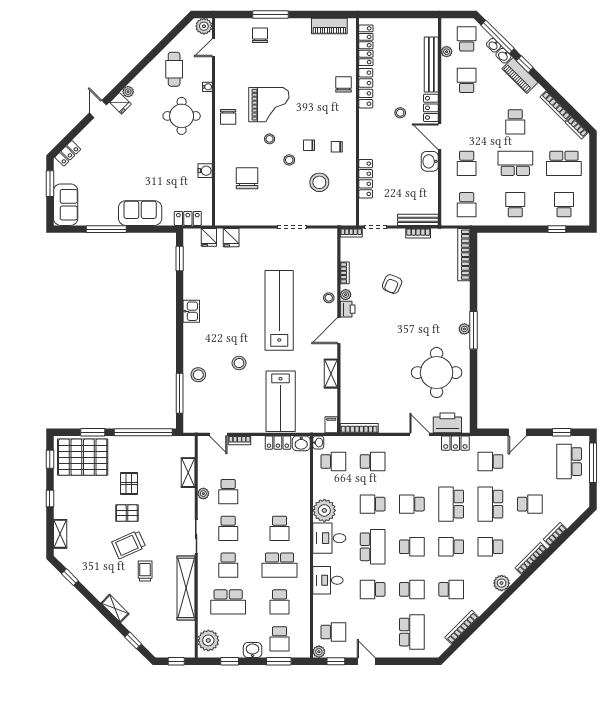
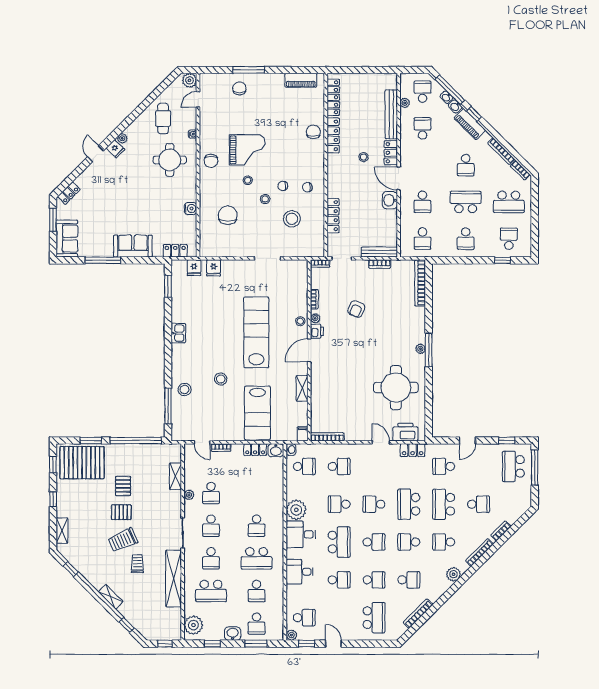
school desk: (515, 205) -> (466, 239), turned 180
school desk: (373, 589) -> (339, 580), turned 180

